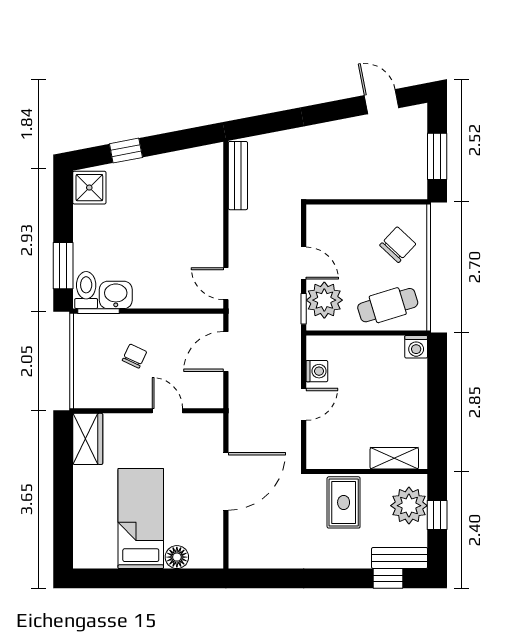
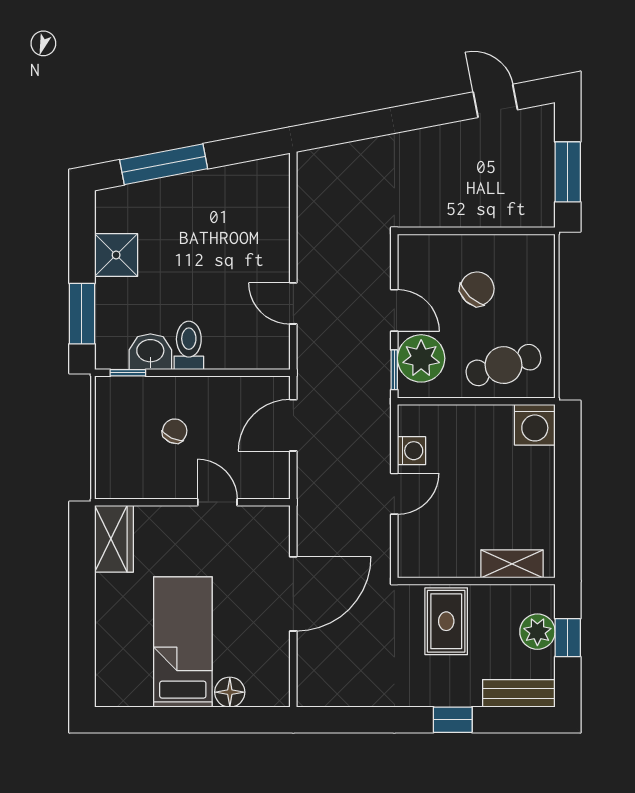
window: (126, 151) -> (164, 164), width x2.17
bench: (238, 176) -> (309, 197), removed
shower: (89, 188) -> (116, 255), moved
chair: (398, 245) -> (477, 289), moved
door: (226, 284) -> (293, 303), moved
toilet: (86, 290) -> (189, 345), moved
window: (98, 311) -> (128, 373), width x0.67
washing machine: (416, 347) -> (535, 425), width x1.38, depth x1.38
plant: (409, 506) -> (537, 632), width x0.73, depth x0.73
window: (388, 578) -> (453, 720), moved

